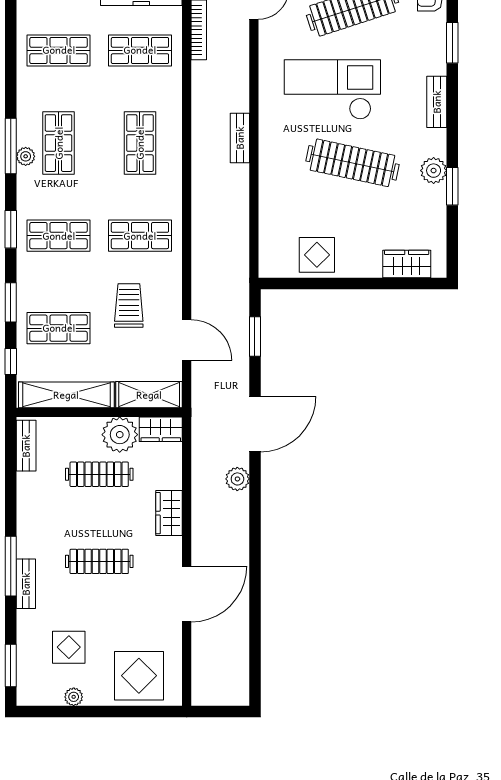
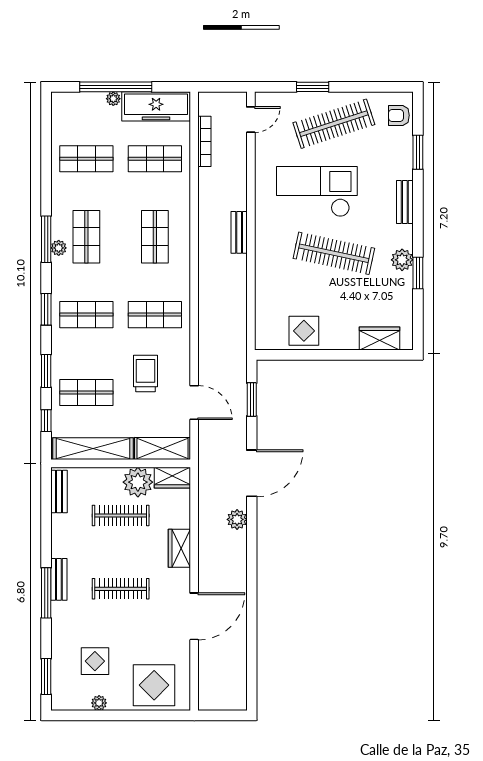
bench: (26, 584) -> (59, 579), moved

